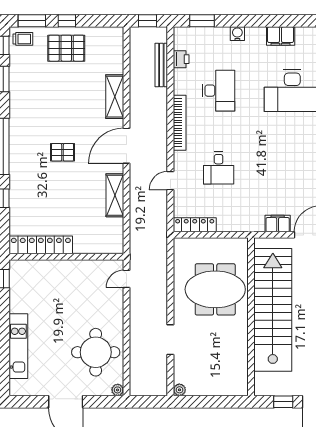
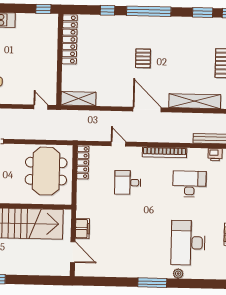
desk: (219, 91) -> (189, 184), turned 180
shelving: (115, 97) -> (195, 101), width x1.47
shelving: (115, 195) -> (78, 99), moved
meeting table: (215, 289) -> (46, 171), moved

